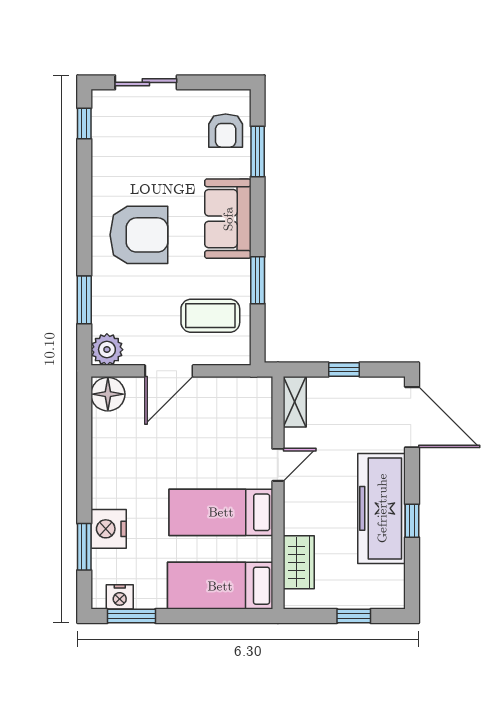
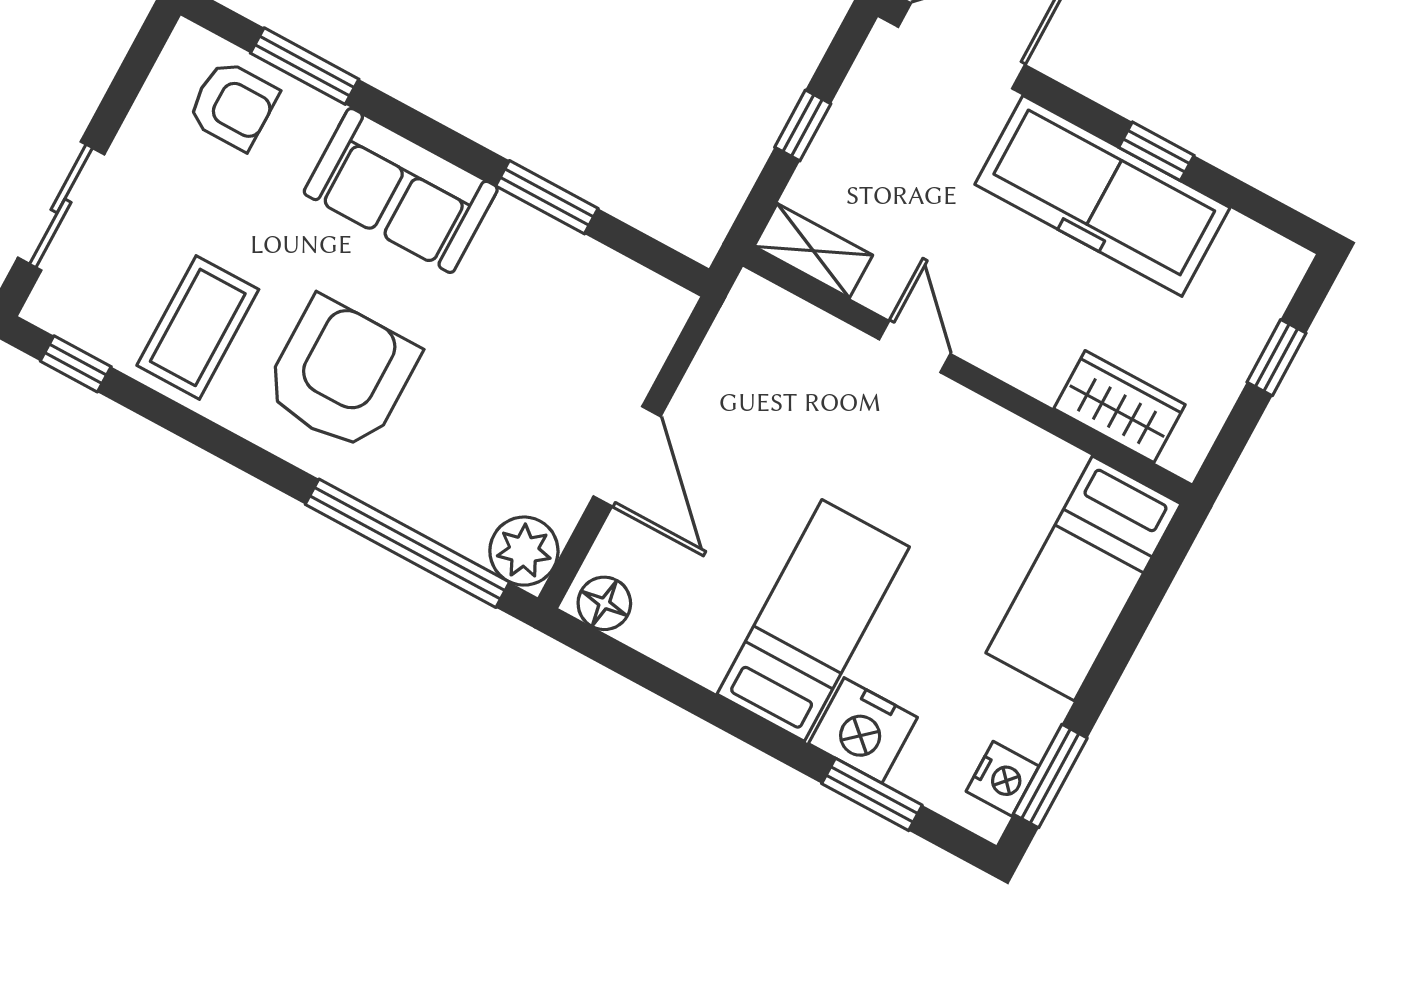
window: (84, 300) -> (407, 543), width x2.11
coffee table: (210, 316) -> (198, 327), moved
floor lamp: (108, 394) -> (604, 603), width x0.73, depth x0.73
bed: (221, 512) -> (813, 620), moved, turned 180

